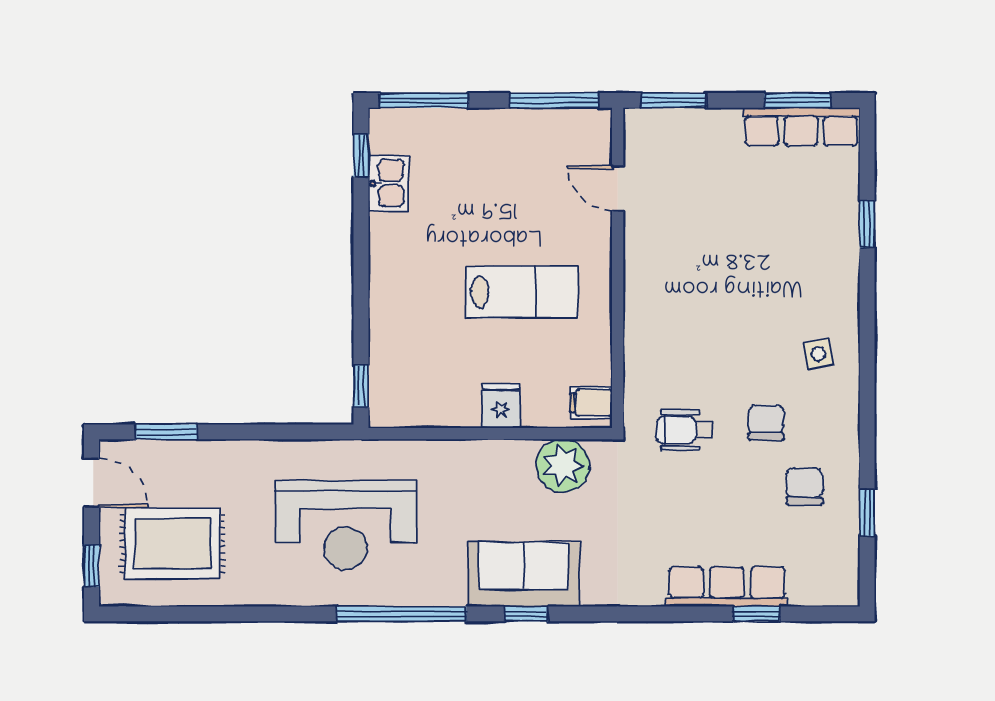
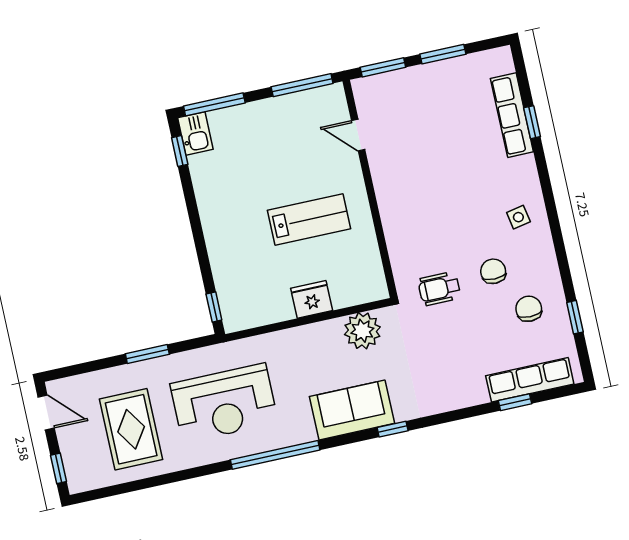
window: (797, 100) -> (443, 54), moved
row of seats: (801, 127) -> (512, 115), moved, turned 90
kitchen sink: (389, 183) -> (195, 134), moved
filing cabinet: (591, 403) -> (372, 284), removed
fridge: (501, 406) -> (312, 299), width x1.38
window: (166, 432) -> (147, 354), moved
rug: (172, 544) -> (131, 429), moved, turned 90
row of seats: (727, 587) -> (530, 380), moved
window: (526, 614) -> (393, 429), moved

